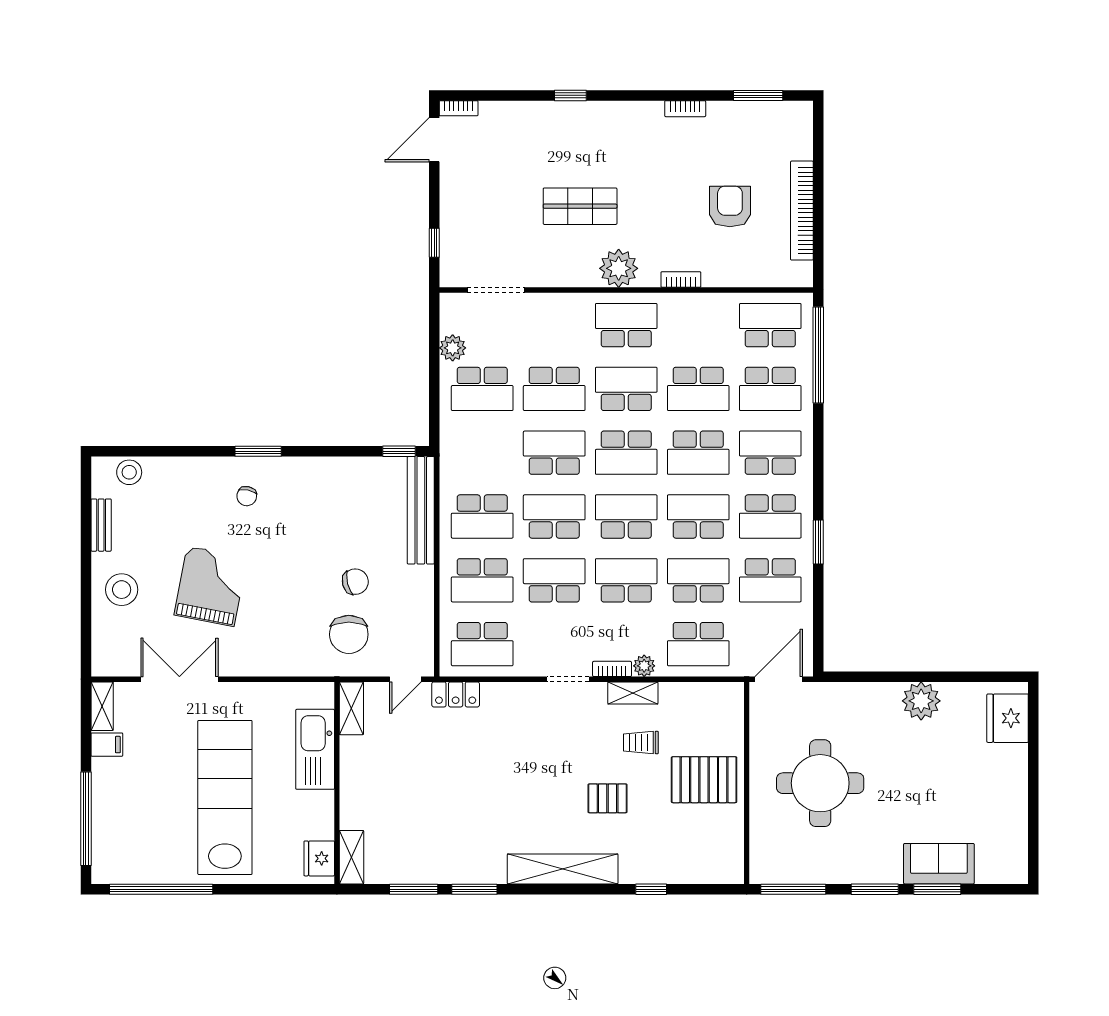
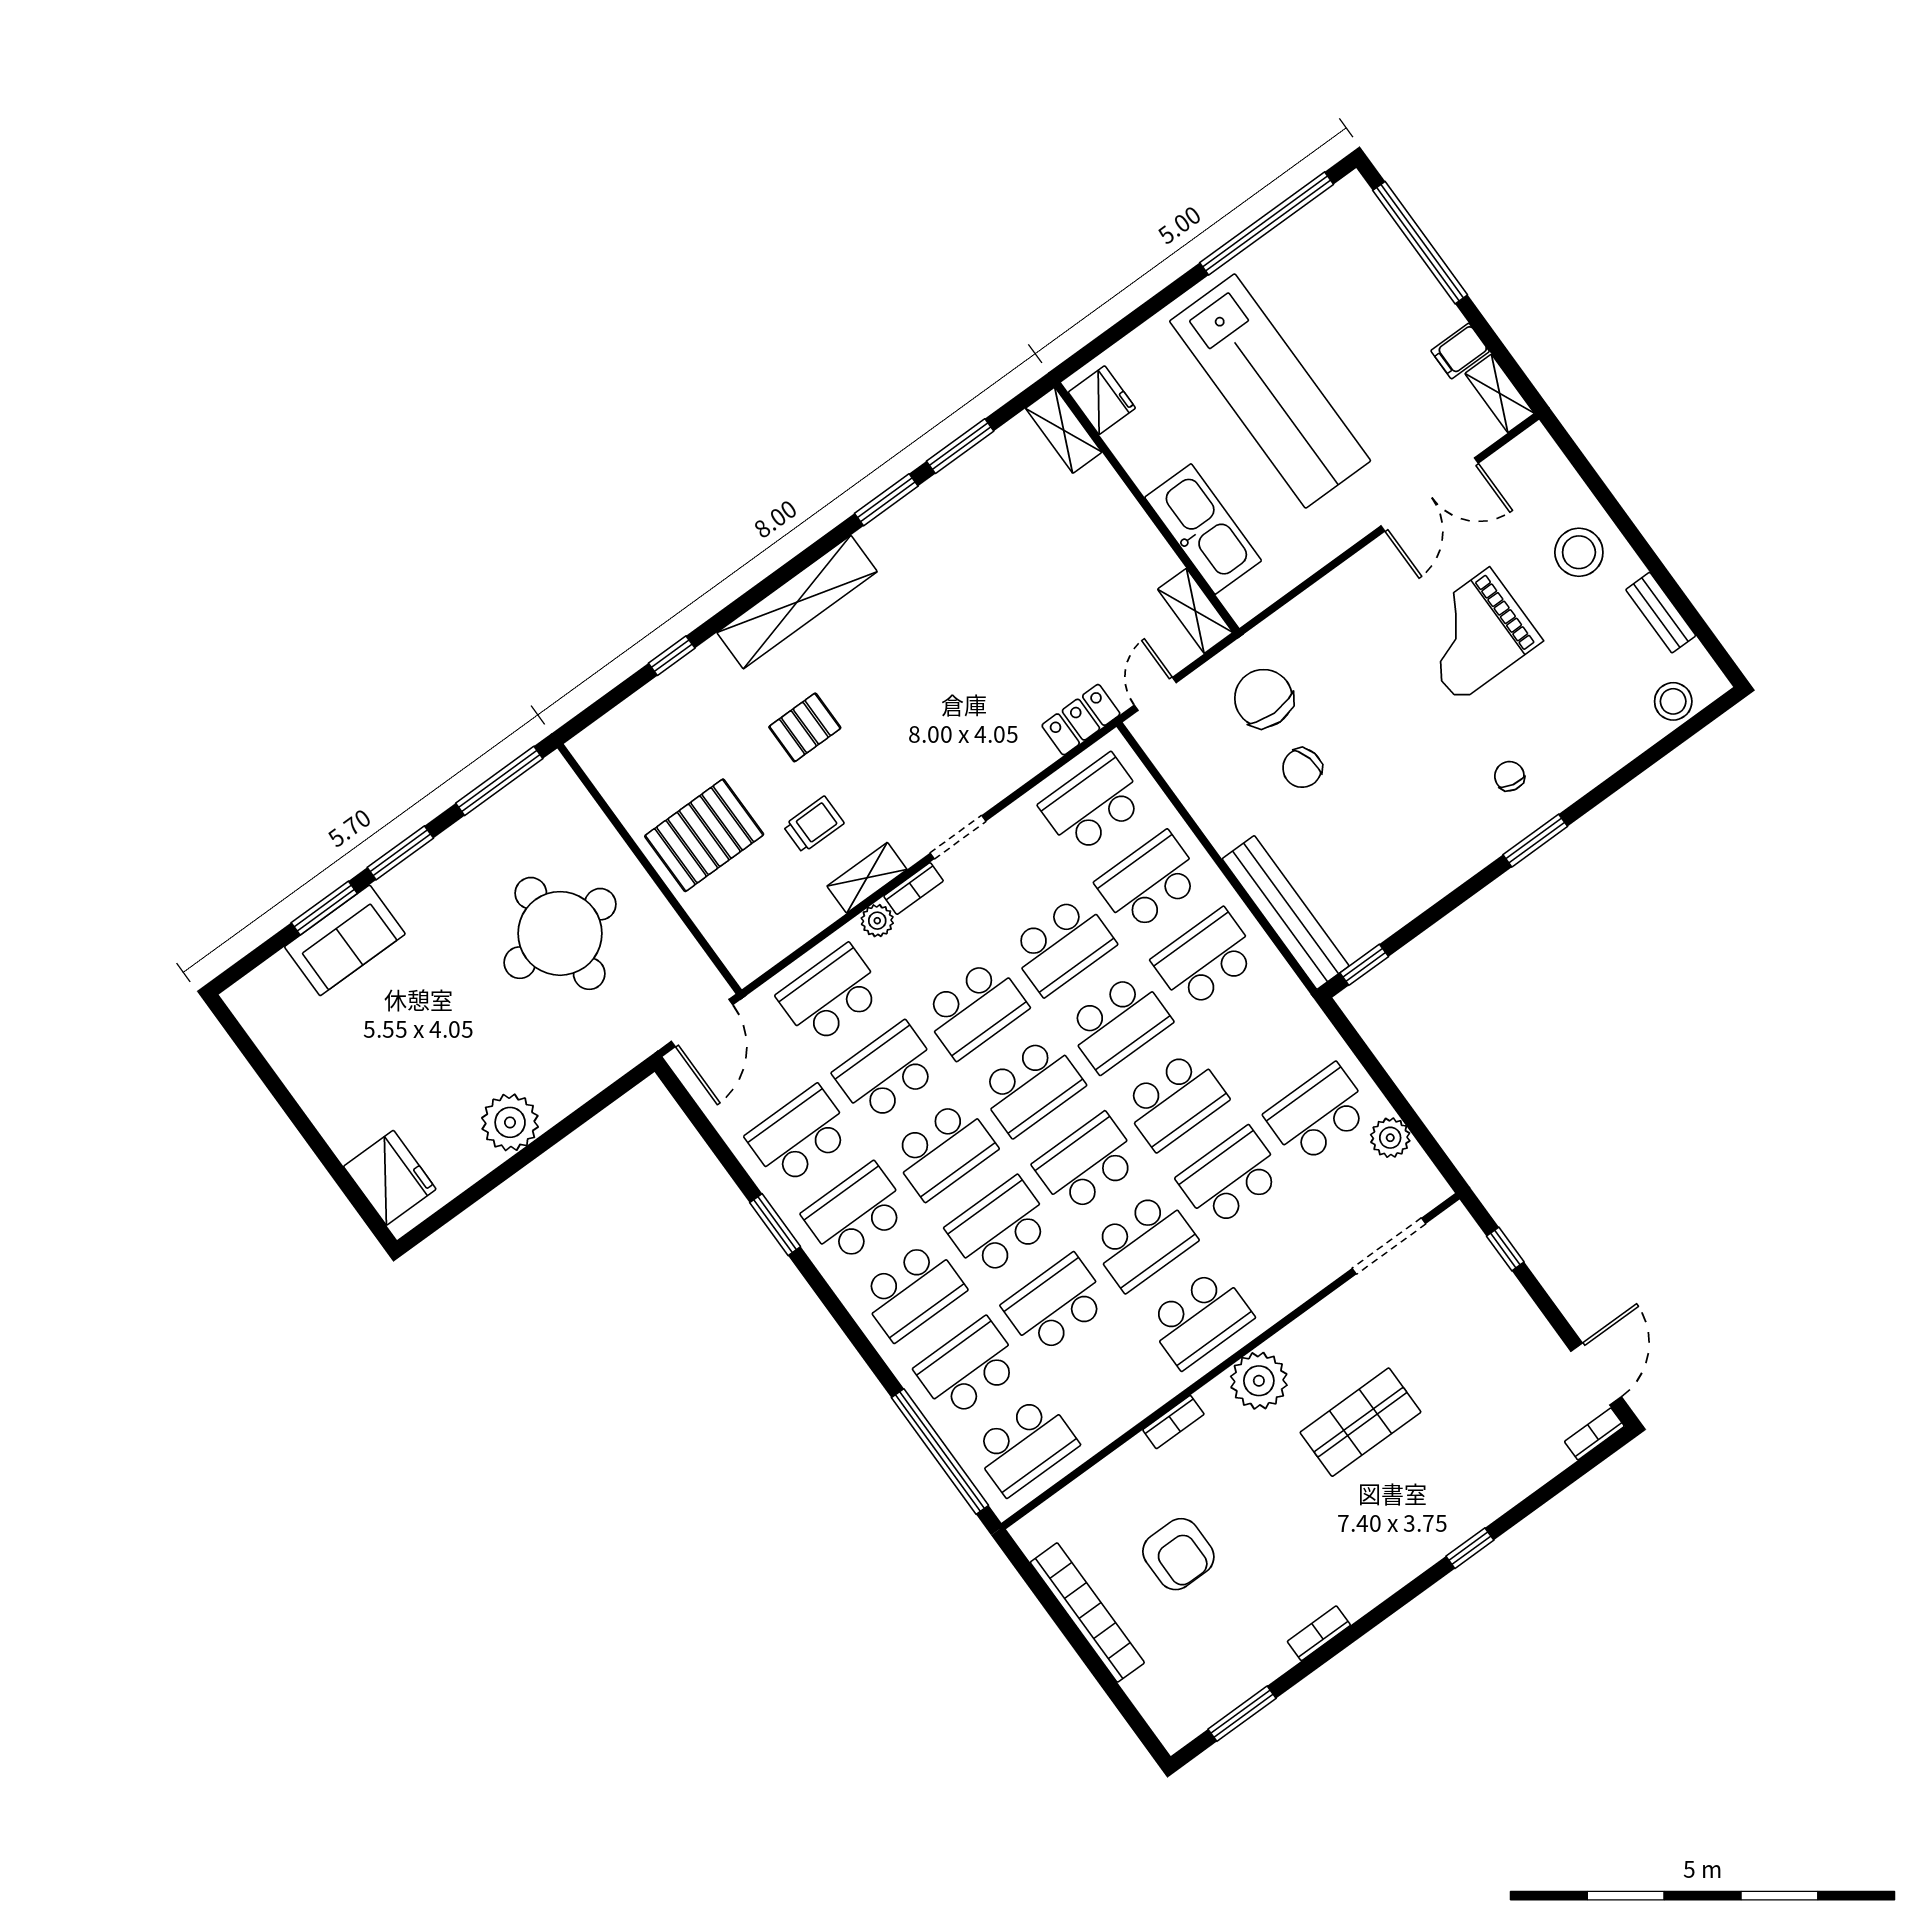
school desk: (698, 580) -> (887, 1072), turned 180
grand piano: (211, 586) -> (1474, 635), turned 79

